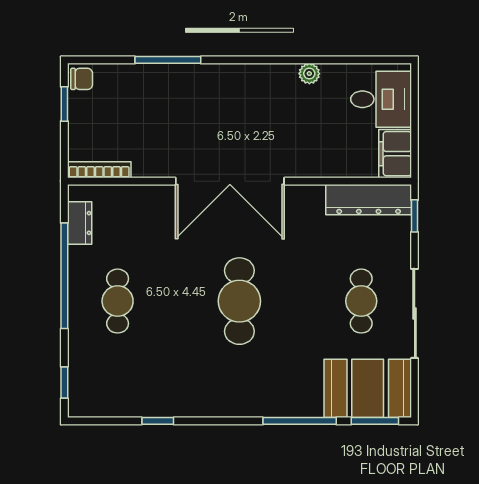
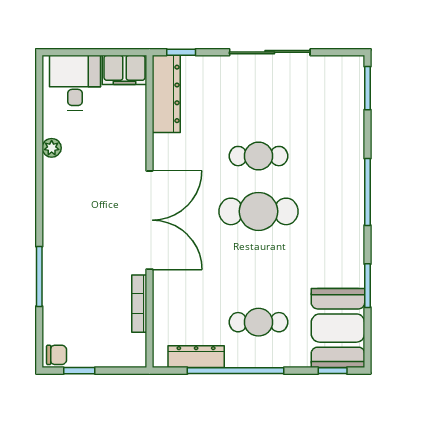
chair: (82, 79) -> (57, 355), turned 90
bookcase: (99, 170) -> (139, 304), moved
dresser: (80, 223) -> (196, 357), width x1.44
cafe table: (361, 301) -> (258, 156), moved
booth: (368, 388) -> (338, 328), moved
window: (158, 421) -> (368, 286), width x1.50
window: (300, 421) -> (368, 192), moved

